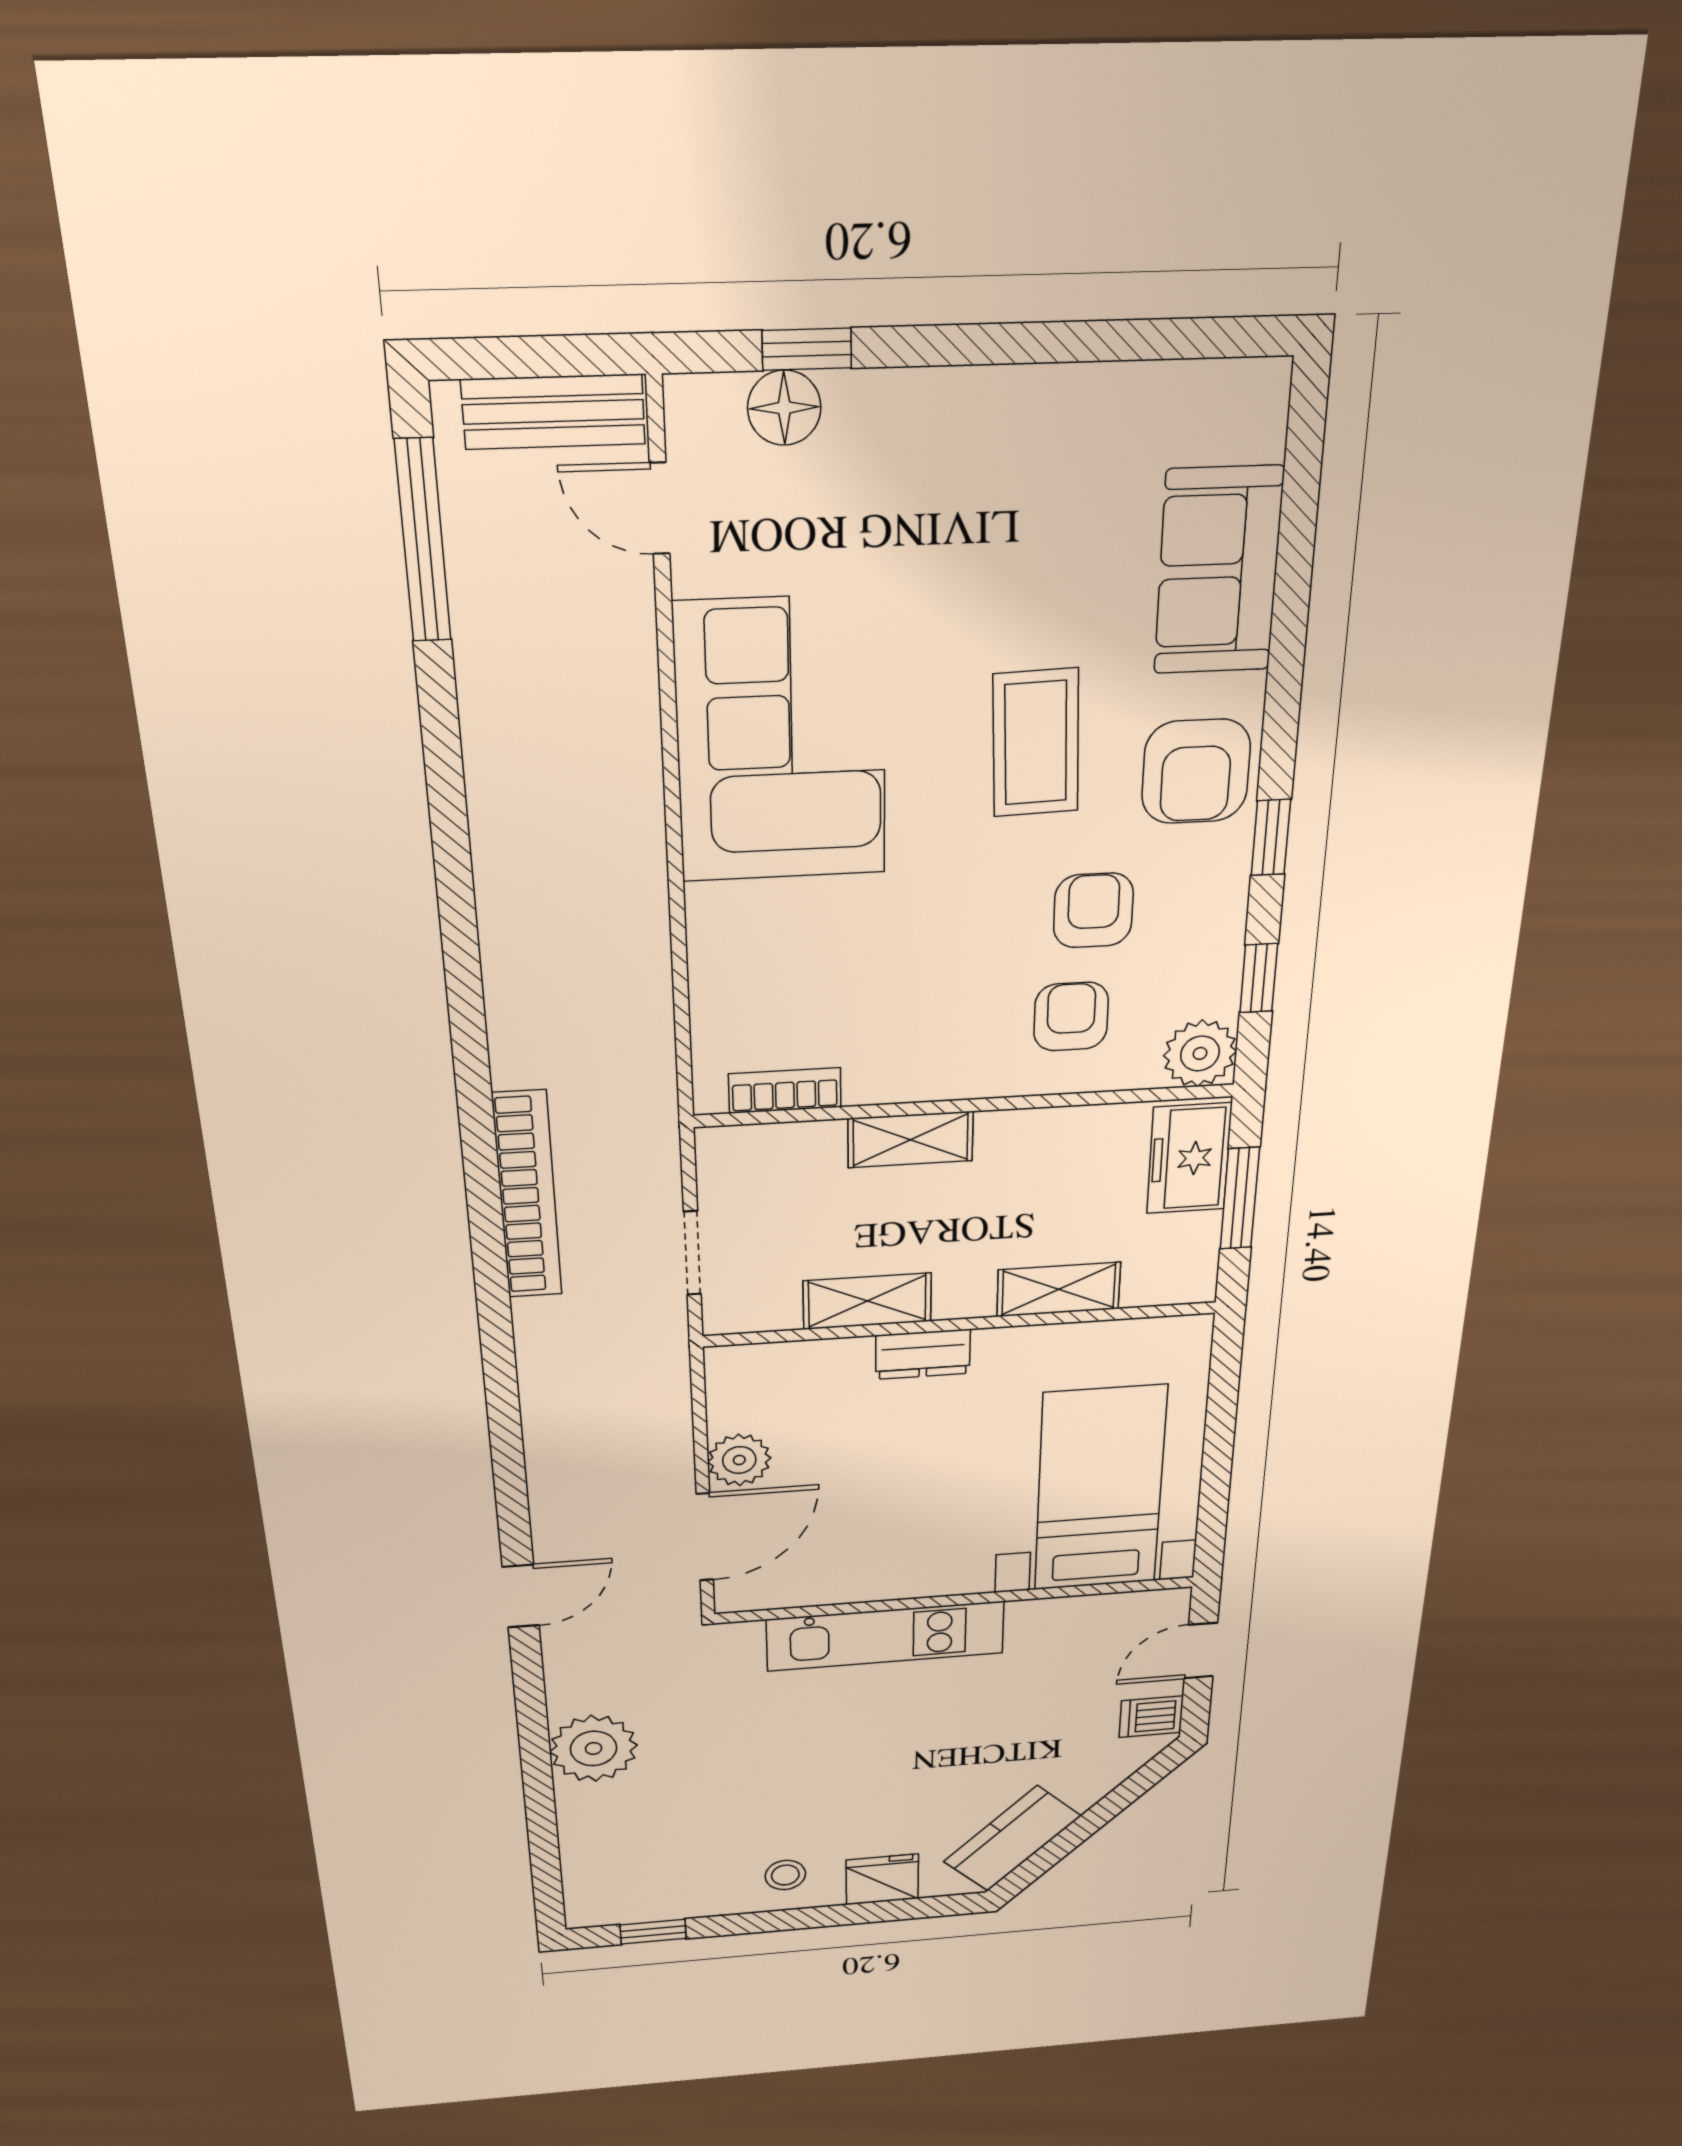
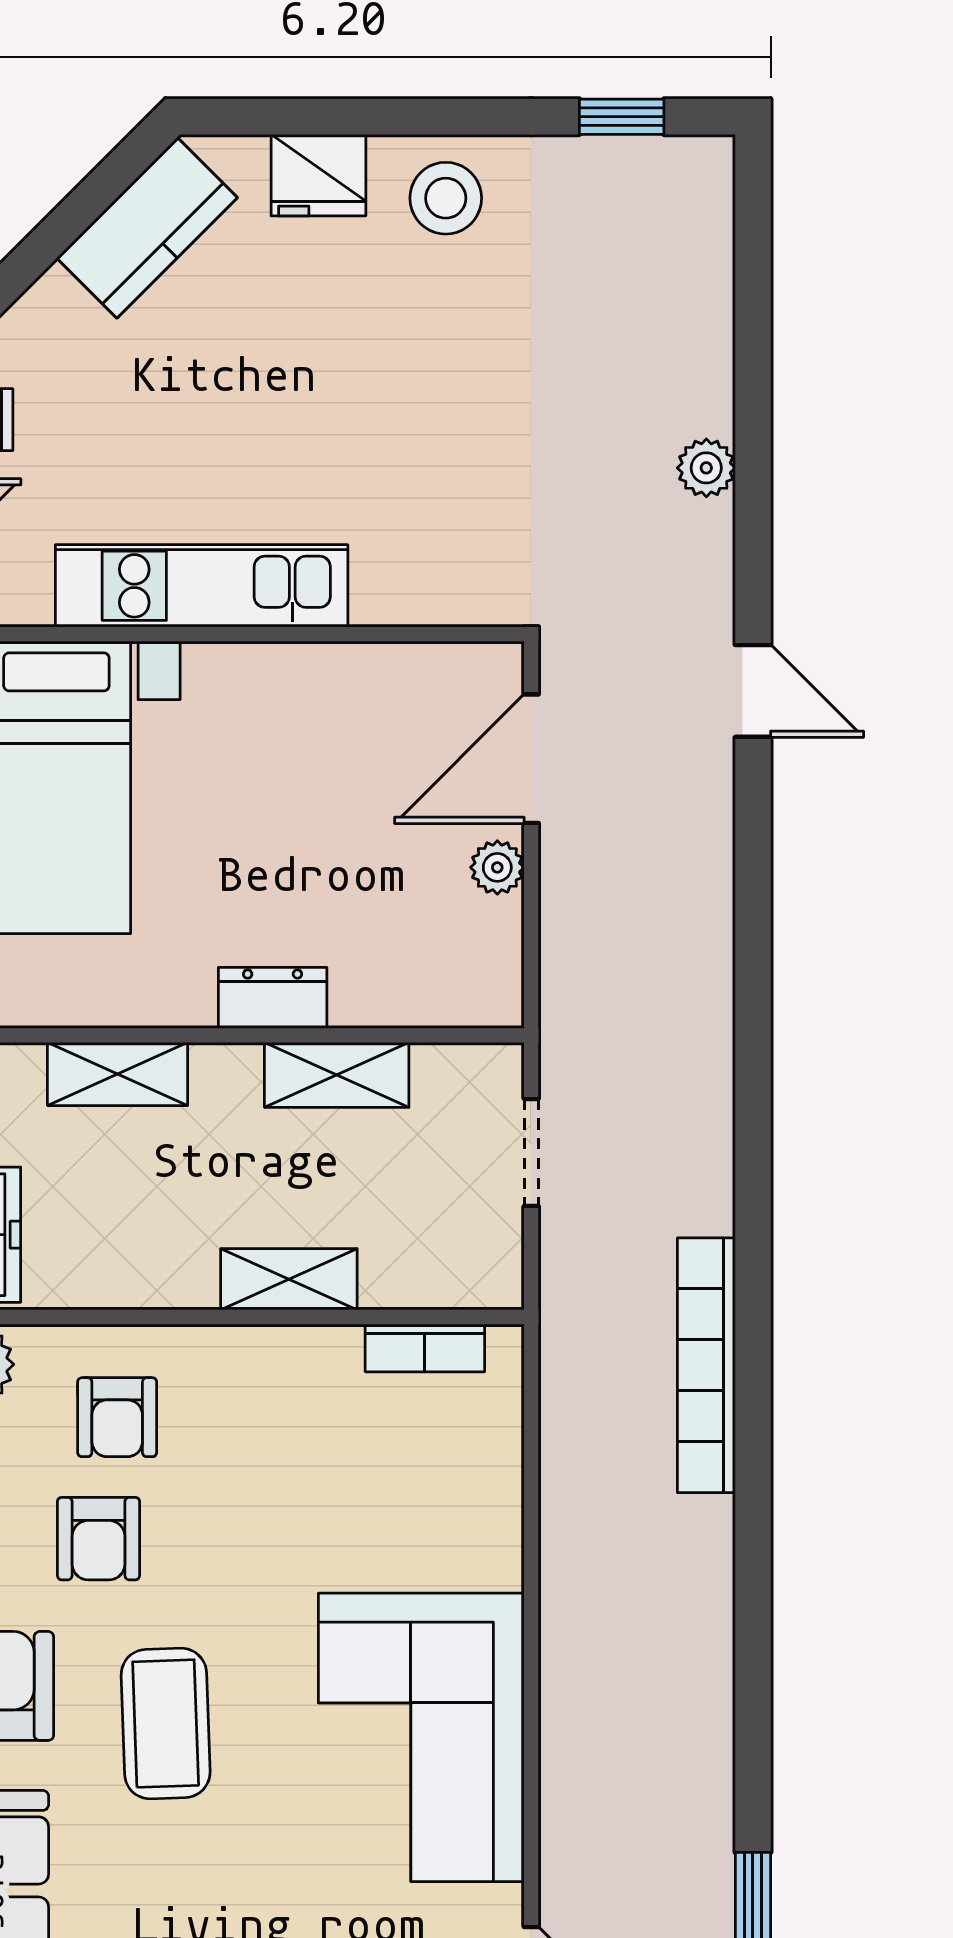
bookcase: (527, 1195) -> (706, 1365), moved
plant: (739, 1460) -> (497, 867), width x0.73, depth x0.73
door: (521, 1596) -> (753, 691), swing flipped
kitchen unit: (885, 1636) -> (202, 586), moved
plant: (594, 1748) -> (706, 468), width x0.53, depth x0.53
stool: (785, 1875) -> (446, 198), width x1.37, depth x1.37

